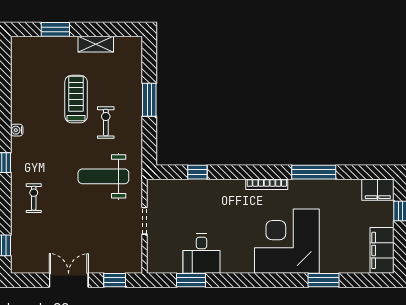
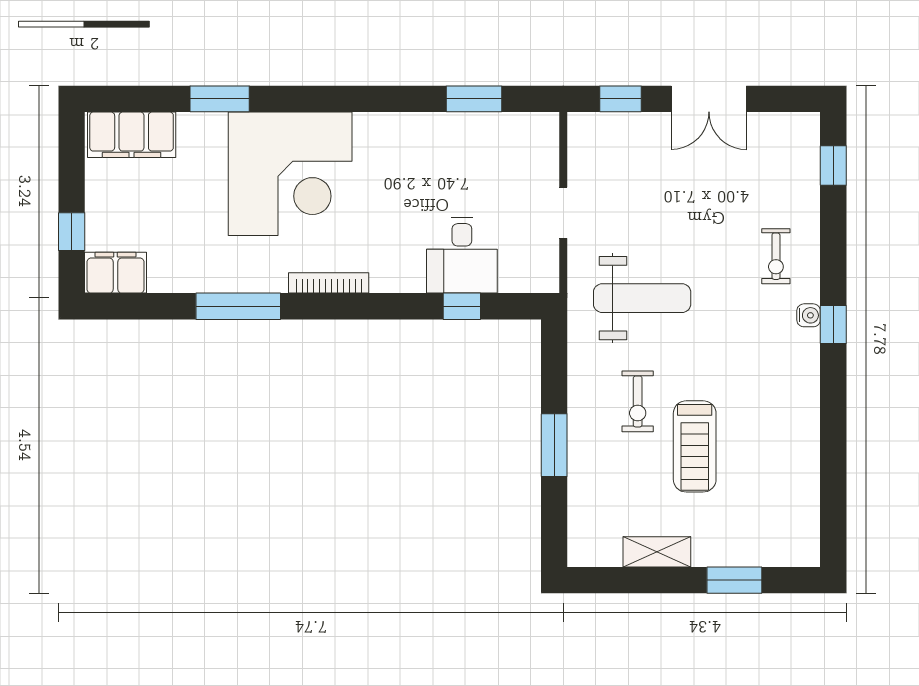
water cooler: (17, 130) -> (809, 315), moved
filing cabinet: (382, 250) -> (132, 135), moved, turned 90
desk: (202, 254) -> (462, 255), moved, turned 180

